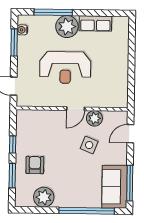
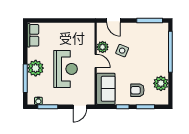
row of seats: (95, 23) -> (33, 35), moved
sofa: (114, 187) -> (106, 89), moved, turned -90

